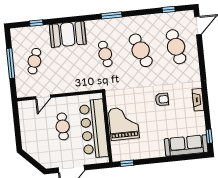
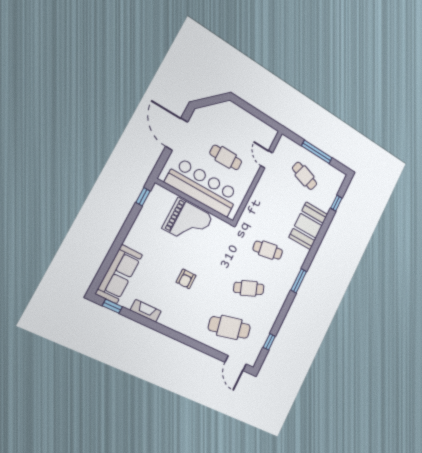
cafe table: (141, 50) -> (249, 288), width x0.73, depth x0.74
fireplace: (198, 100) -> (146, 311), moved

